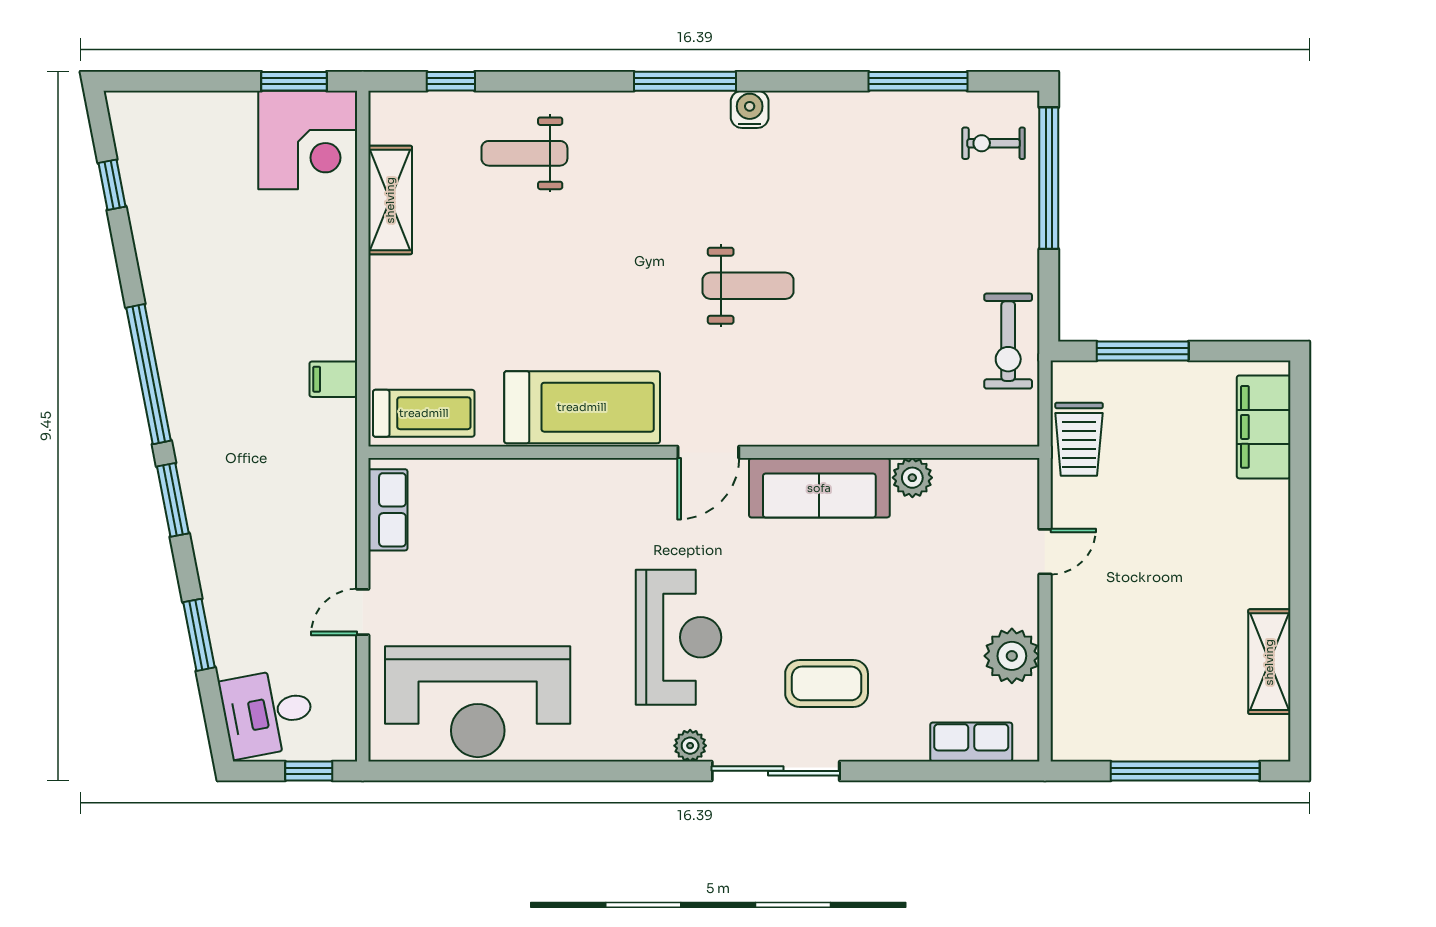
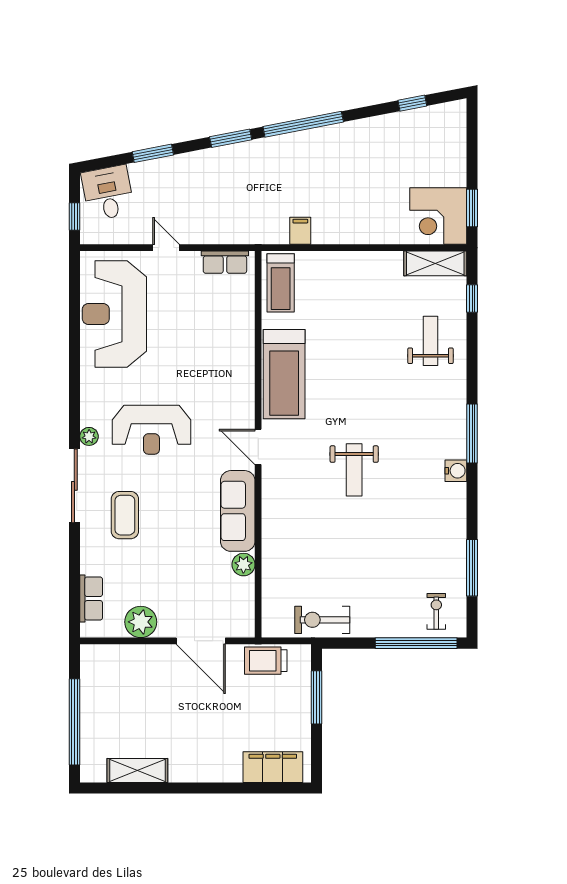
shelving: (390, 200) -> (435, 263), moved
door: (1045, 552) -> (201, 641), width x1.87

